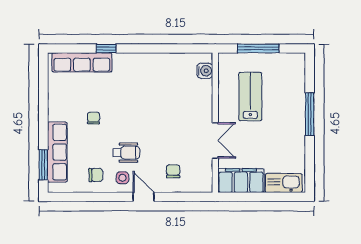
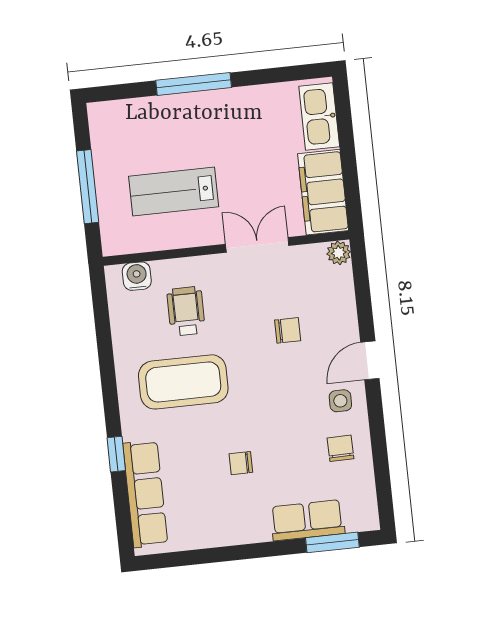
coffee table: (143, 91) -> (183, 382), added
row of seats: (57, 152) -> (307, 520), width x0.68
wheelchair: (126, 153) -> (186, 311), moved
chair: (173, 171) -> (288, 330), moved, turned 180
plant: (206, 186) -> (339, 253), added

